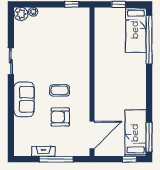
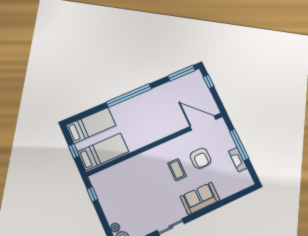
window: (149, 40) -> (129, 95), moved
bed: (136, 133) -> (103, 152), moved, turned 180

